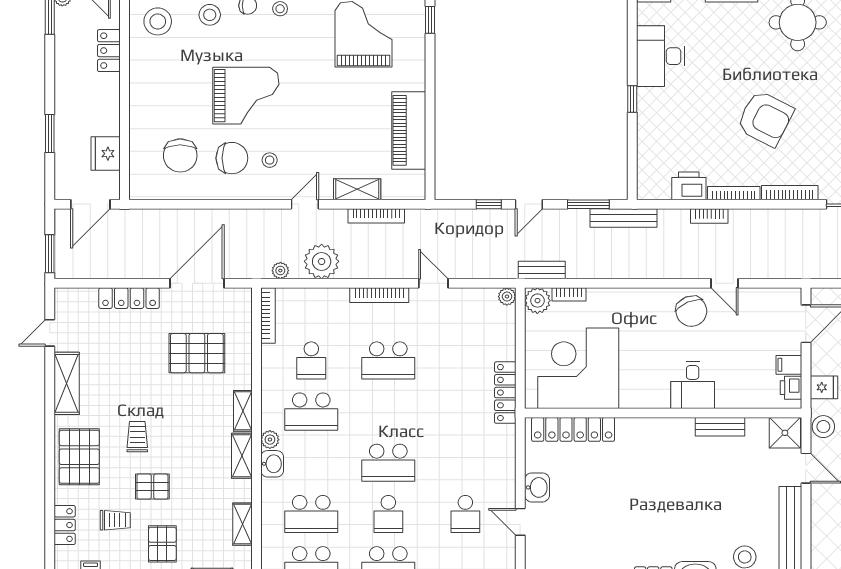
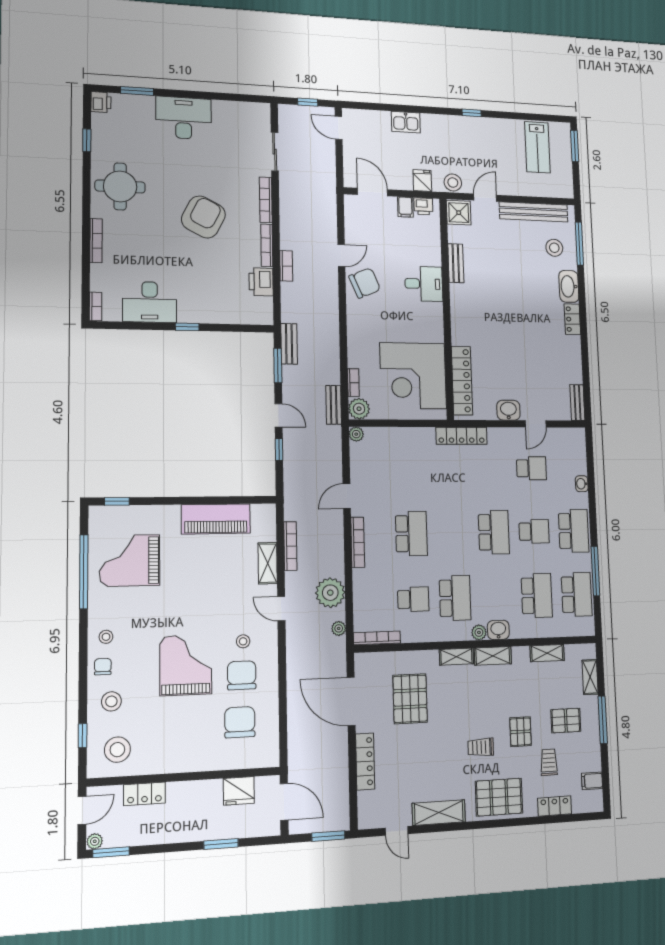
chair: (180, 155) -> (240, 722), turned -90
bench: (623, 218) -> (289, 344), width x0.73
locker: (505, 393) -> (462, 436), moved

